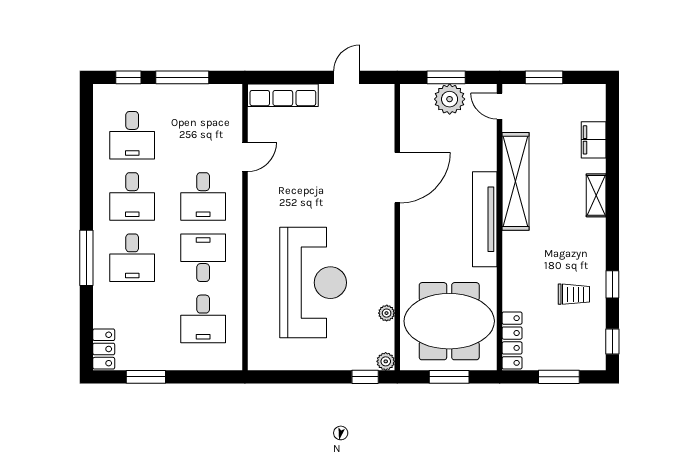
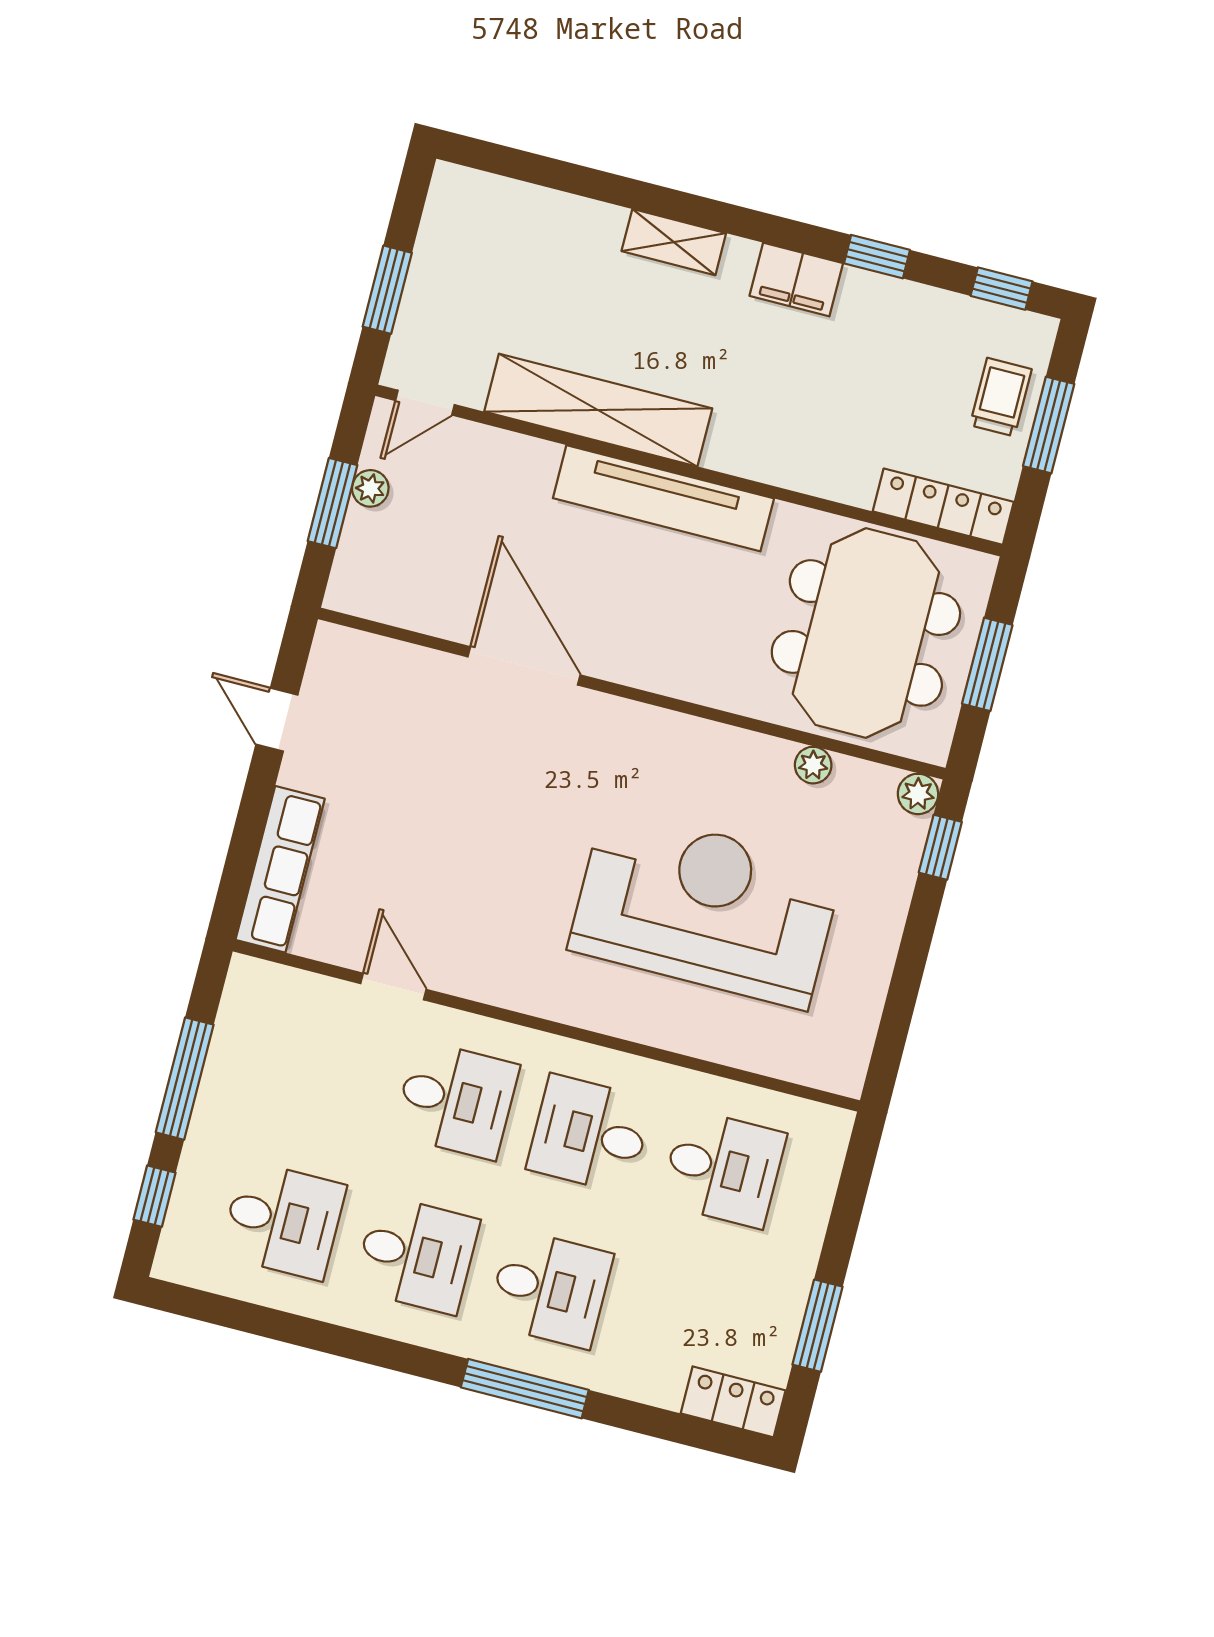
plant: (450, 99) -> (370, 488), width x0.53, depth x0.53
filing cabinet: (594, 140) -> (796, 279), moved
trolley: (574, 294) -> (1001, 397), moved

